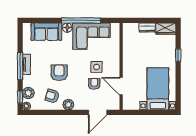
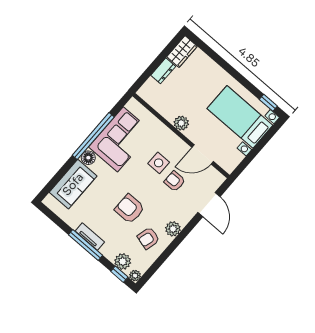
window: (178, 55) -> (268, 103), moved
plant: (128, 61) -> (181, 123), added

